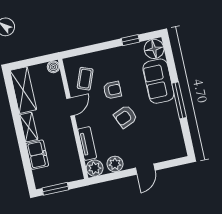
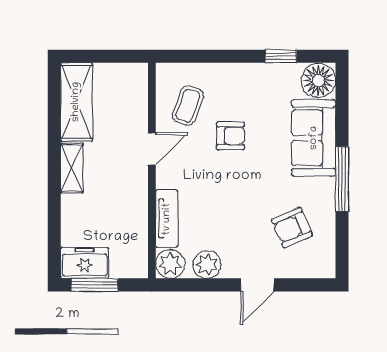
boiler: (53, 67) -> (137, 73), removed
armchair: (126, 117) -> (292, 228), moved
freezer: (37, 155) -> (85, 263), moved, turned -90

